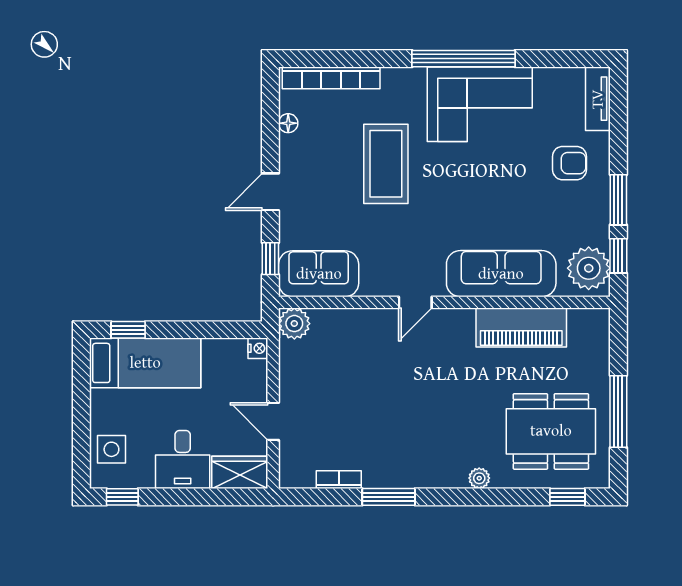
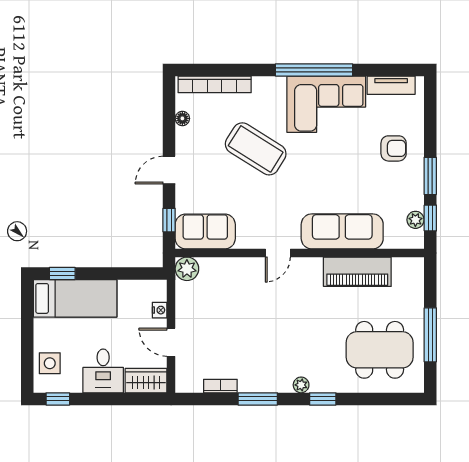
tv unit: (598, 99) -> (391, 85), moved, turned -90
coffee table: (386, 164) -> (256, 149), turned -58
plant: (589, 268) -> (415, 220), width x0.53, depth x0.53
nightstand: (258, 348) -> (160, 310), moved
plant: (479, 478) -> (301, 385), moved
window: (567, 497) -> (323, 399), moved

